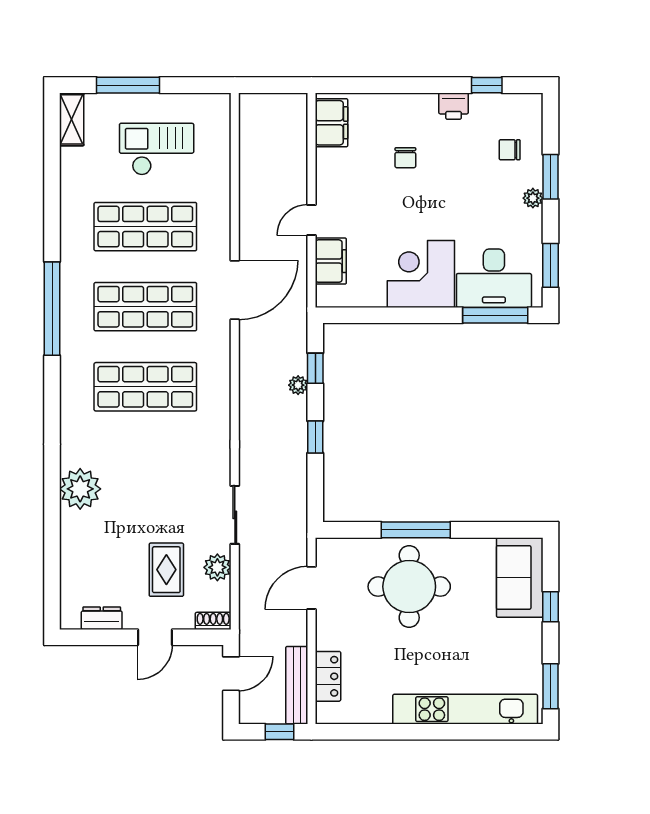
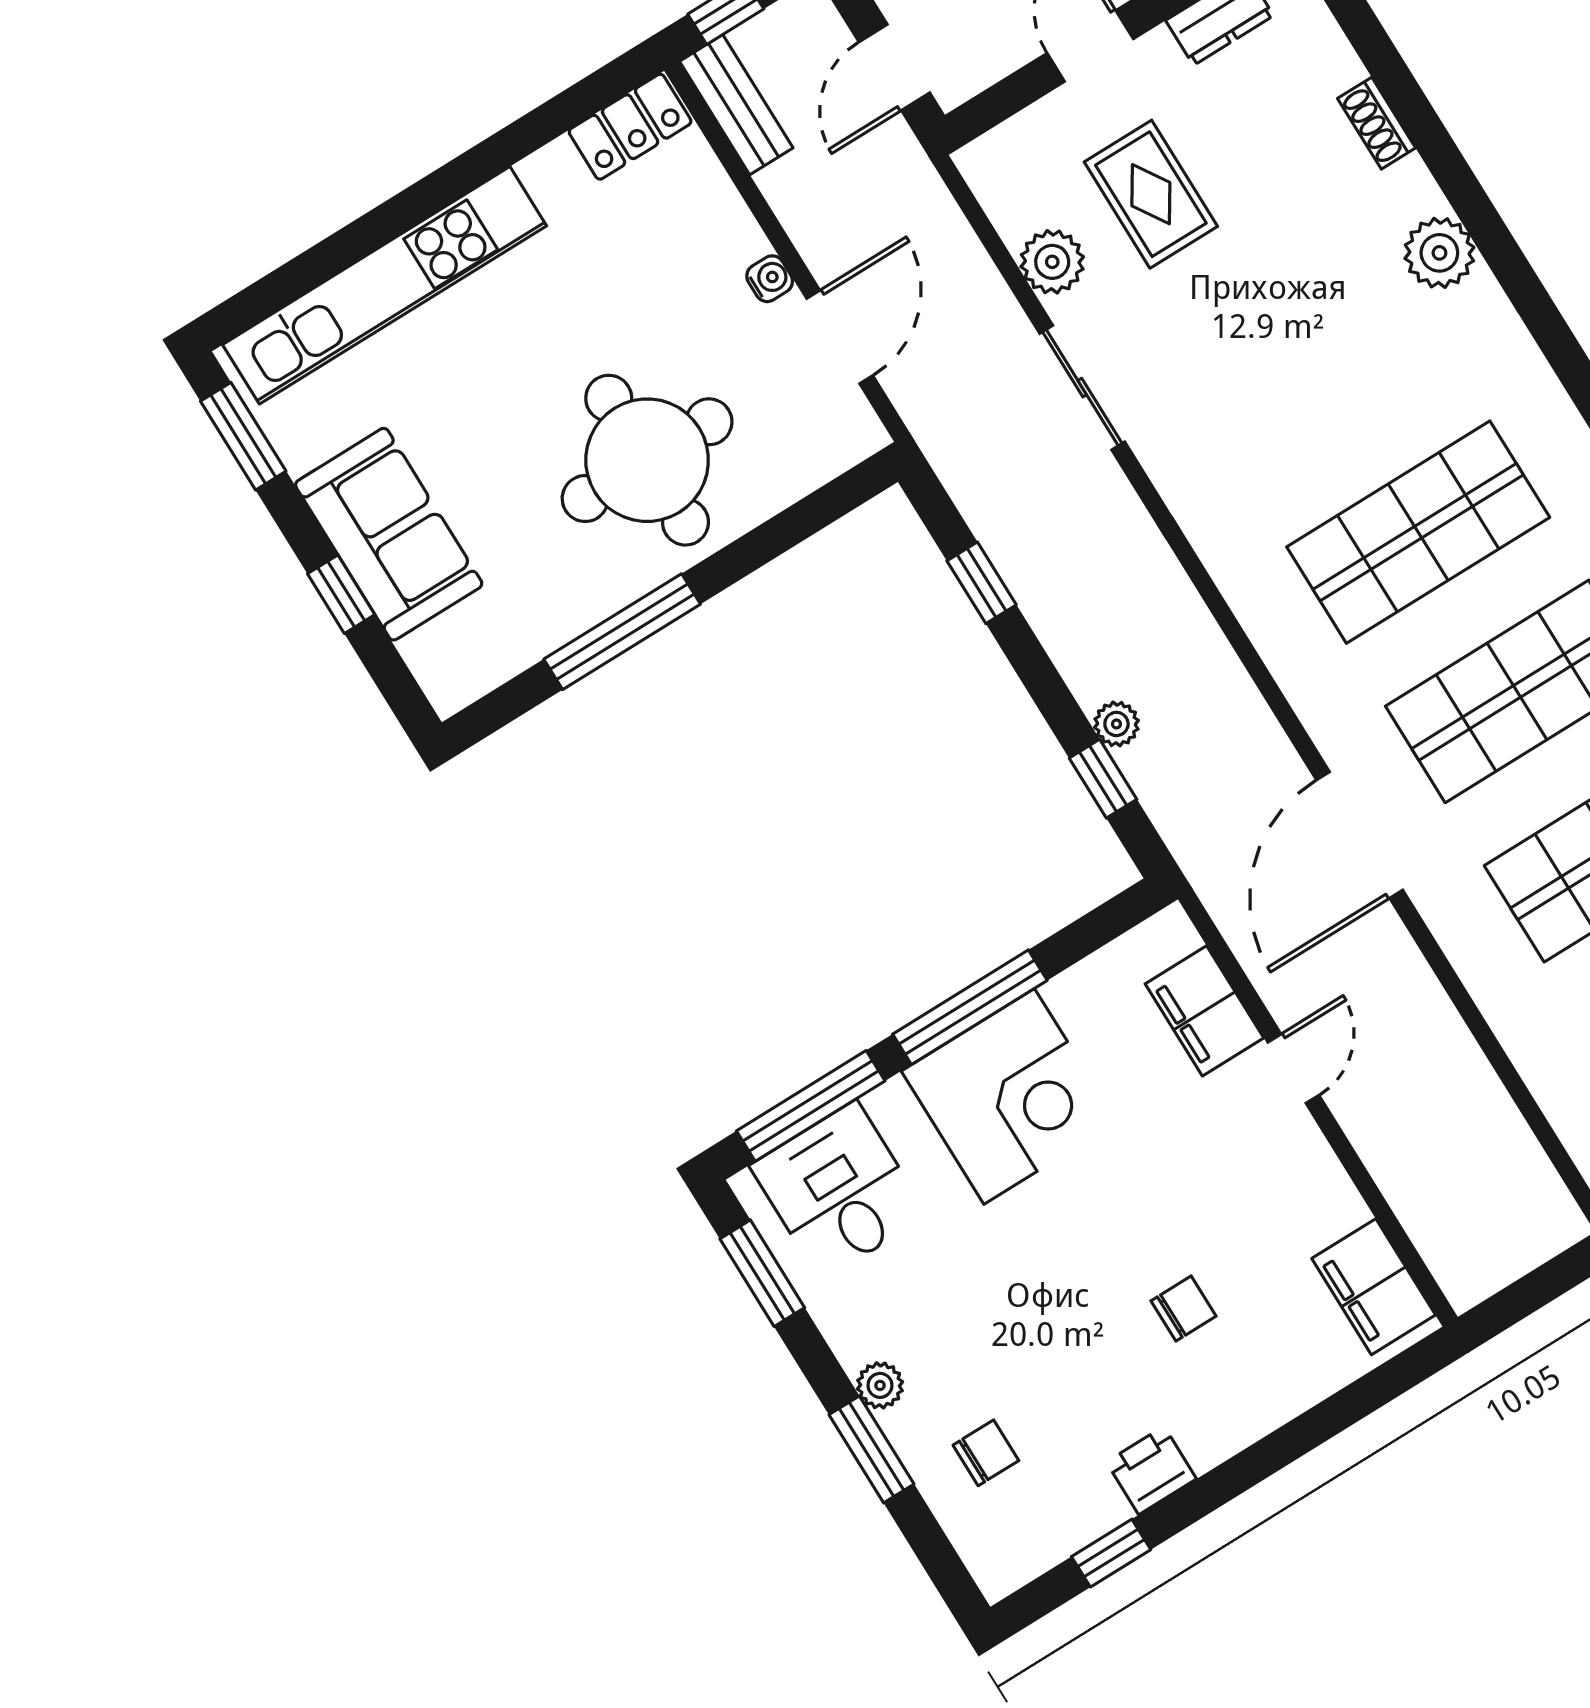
chair: (405, 158) -> (1184, 1309), turned 90
desk: (494, 278) -> (839, 1191), width x0.73
window: (415, 315) -> (970, 1007), added
window: (315, 437) -> (982, 583), moved
plant: (80, 489) -> (1439, 253), width x0.73, depth x0.73
window: (416, 530) -> (622, 632), moved
sofa: (520, 577) -> (389, 534), moved
shoe rack: (213, 621) -> (1377, 123), moved, turned 90
water cooler: (324, 625) -> (770, 279), added
locker: (328, 676) -> (630, 127), moved, turned -90
bench: (297, 685) -> (736, 105), width x0.73

